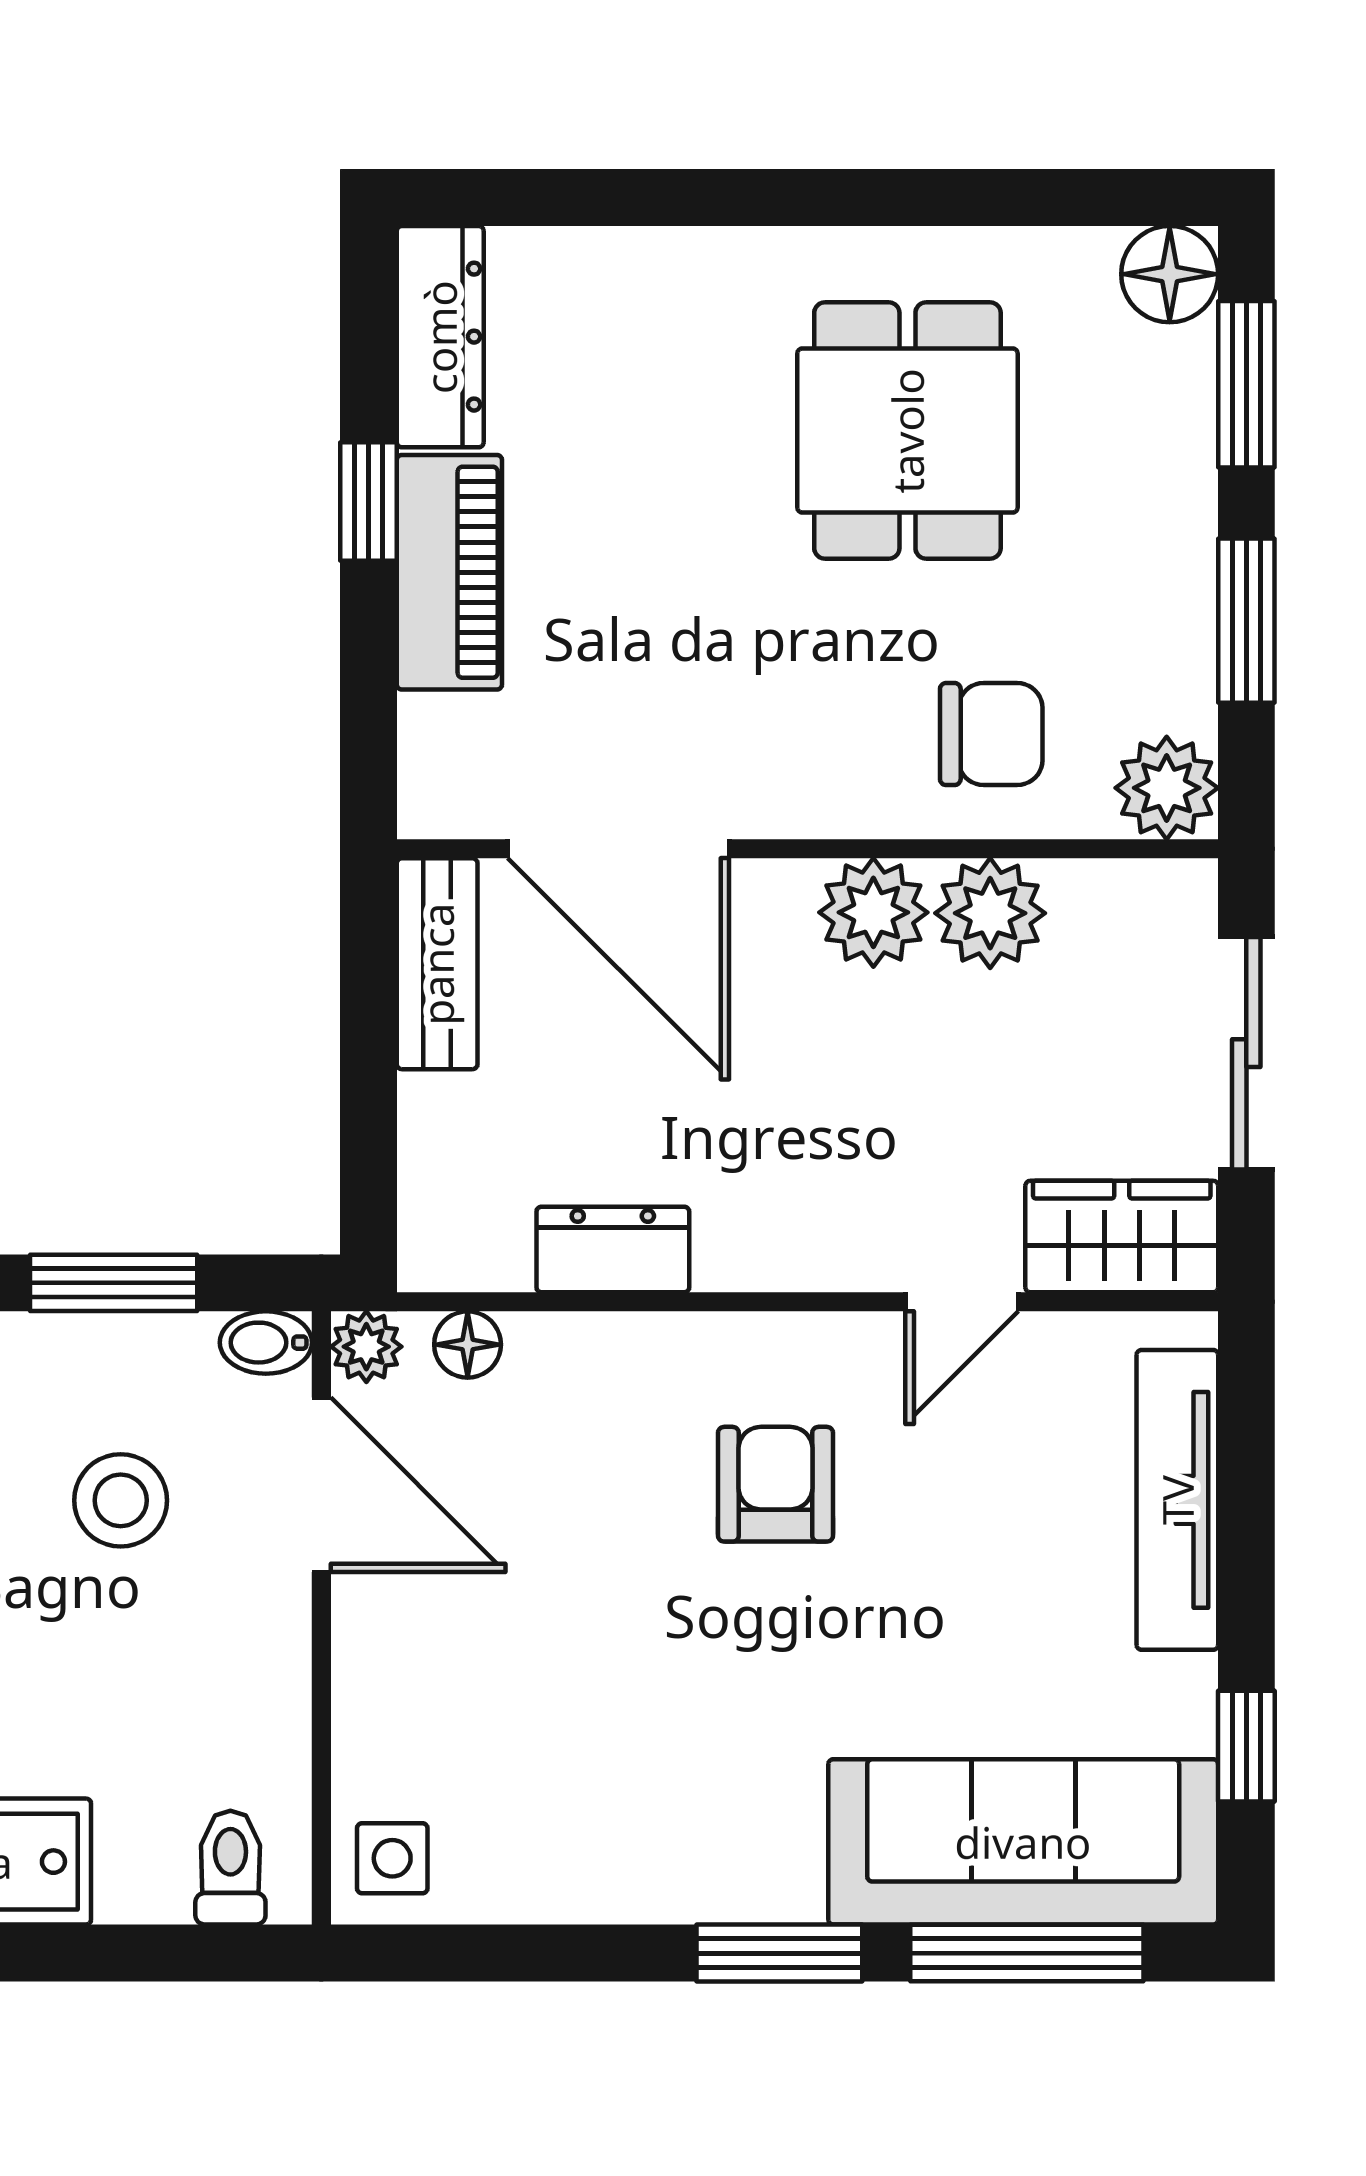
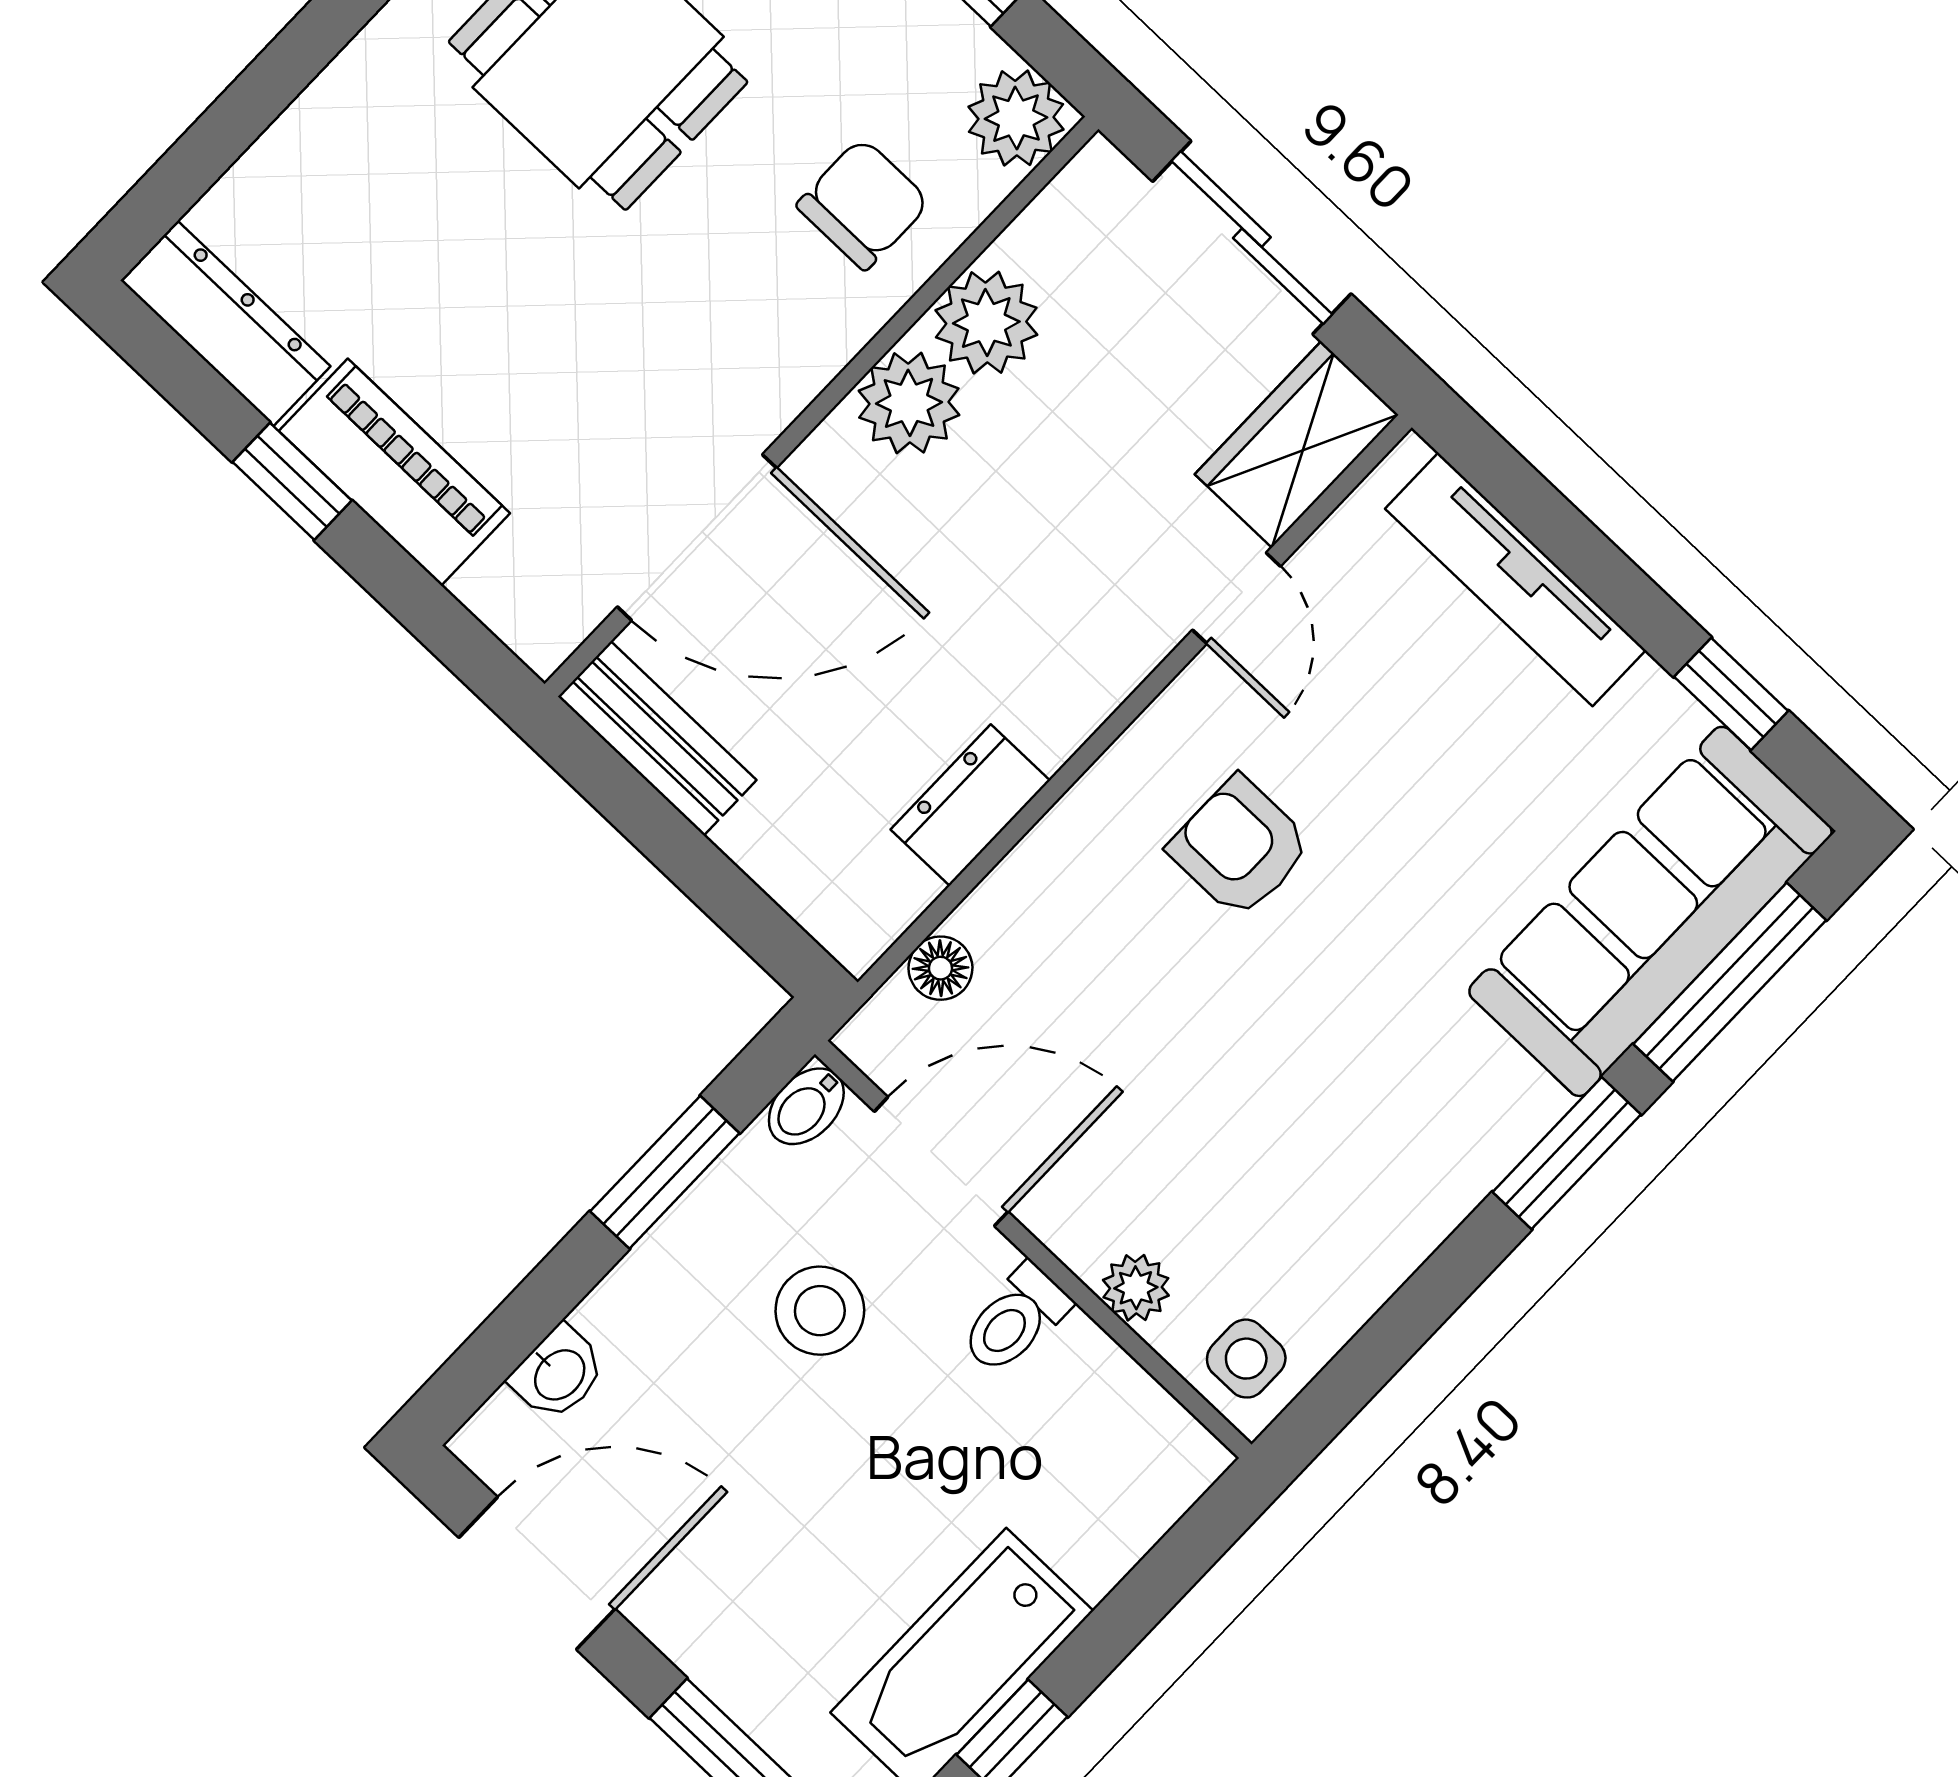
plant: (366, 1347) -> (1136, 1288), moved
toilet: (230, 1868) -> (1015, 1319), moved, turned -90

